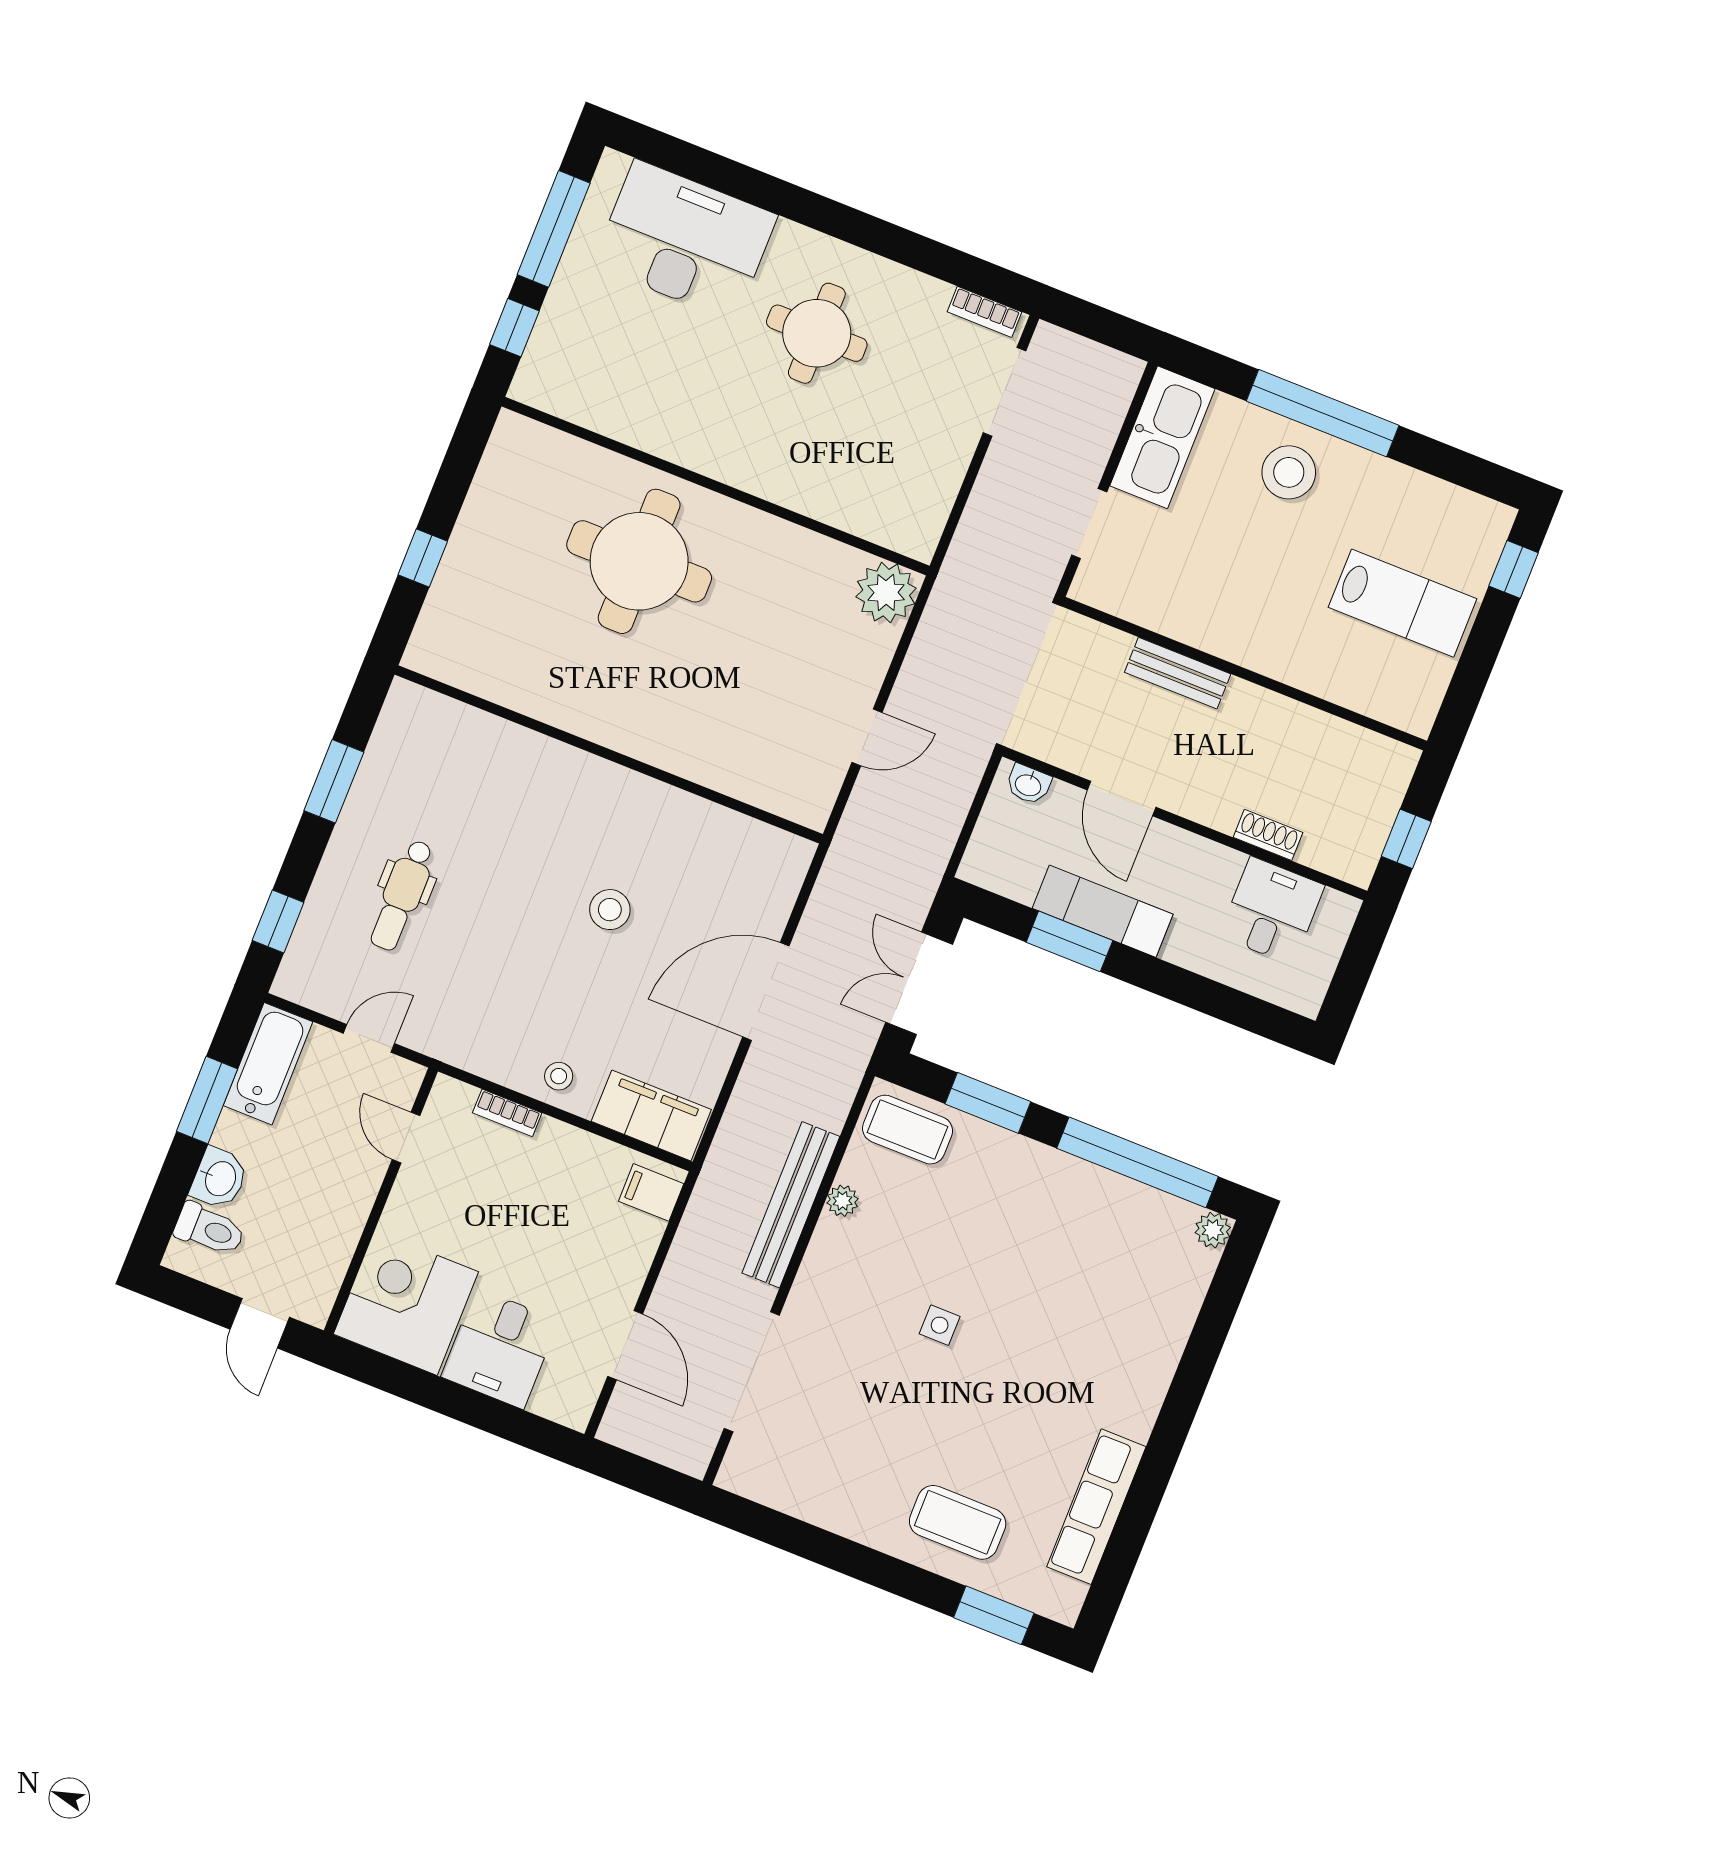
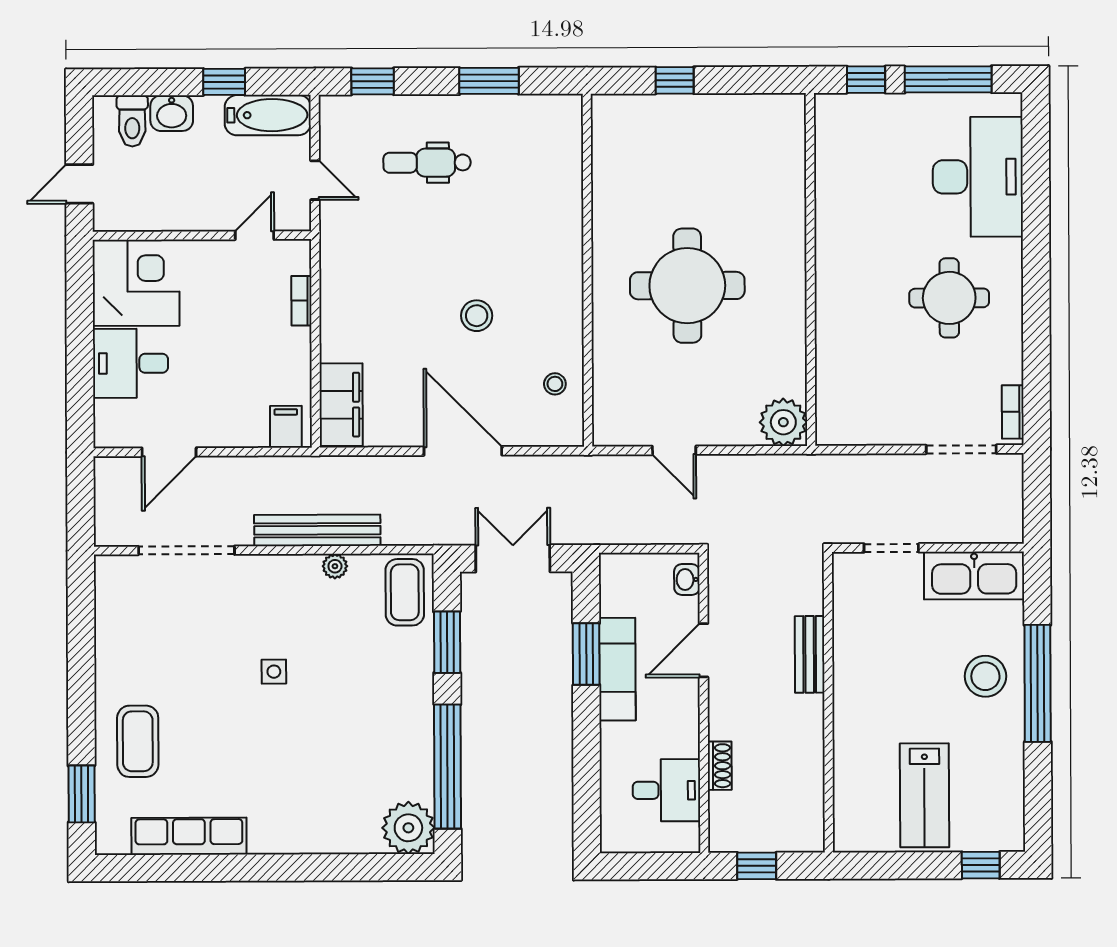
round table: (639, 561) -> (687, 286), moved
stool: (559, 1076) -> (555, 384), moved
window: (207, 1100) -> (224, 82), width x0.67
plant: (1213, 1230) -> (408, 828), width x1.87, depth x1.87

